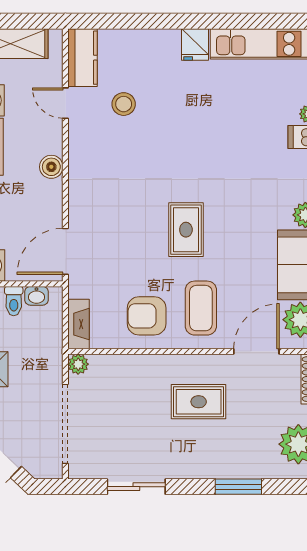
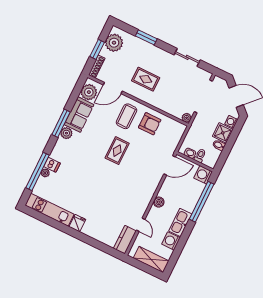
stool: (124, 104) -> (118, 213), removed
fireplace: (79, 324) -> (179, 134), removed

